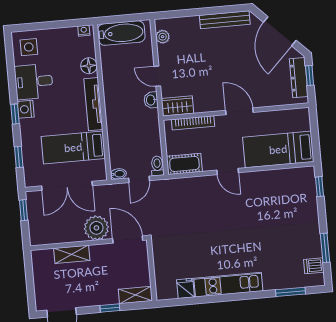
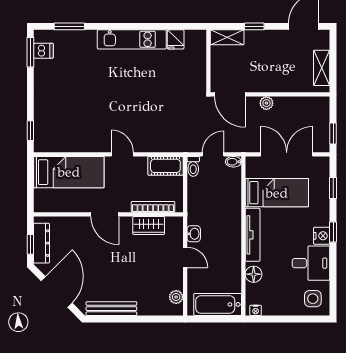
wardrobe: (177, 106) -> (149, 225), moved
plant: (96, 228) -> (266, 103), width x0.53, depth x0.53
window: (325, 248) -> (30, 52), moved
shelving: (72, 254) -> (322, 68), moved, turned 90

